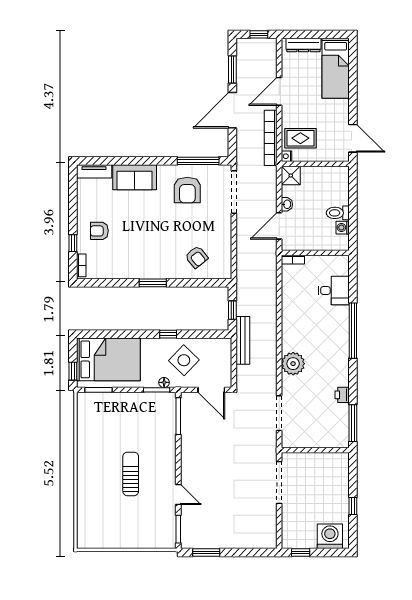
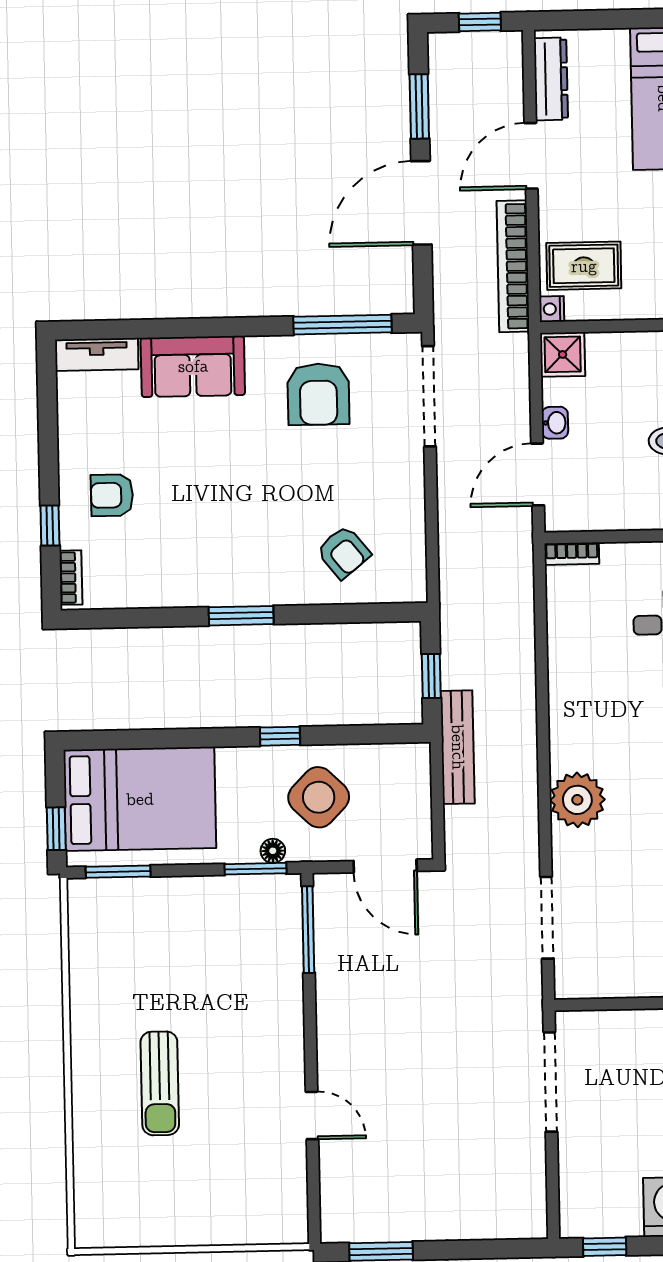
dresser: (303, 45) -> (551, 79), moved, turned -90
sun lounger: (131, 474) -> (160, 1083), moved, turned 180
window: (178, 529) -> (314, 1197), removed

